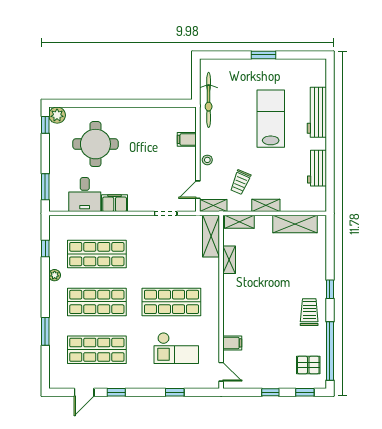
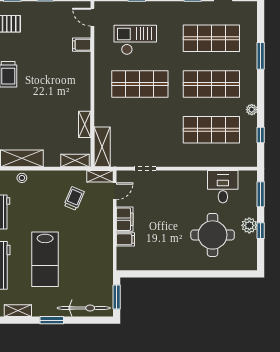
window: (196, 79) -> (117, 297), added
bicycle: (209, 100) -> (84, 308), moved, turned 90
plant: (57, 115) -> (249, 225), moved
window: (45, 125) -> (261, 231), moved
stool: (207, 160) -> (22, 178), moved
filing cabinet: (115, 203) -> (125, 219), moved, turned -90
shelving: (266, 205) -> (18, 311), moved

